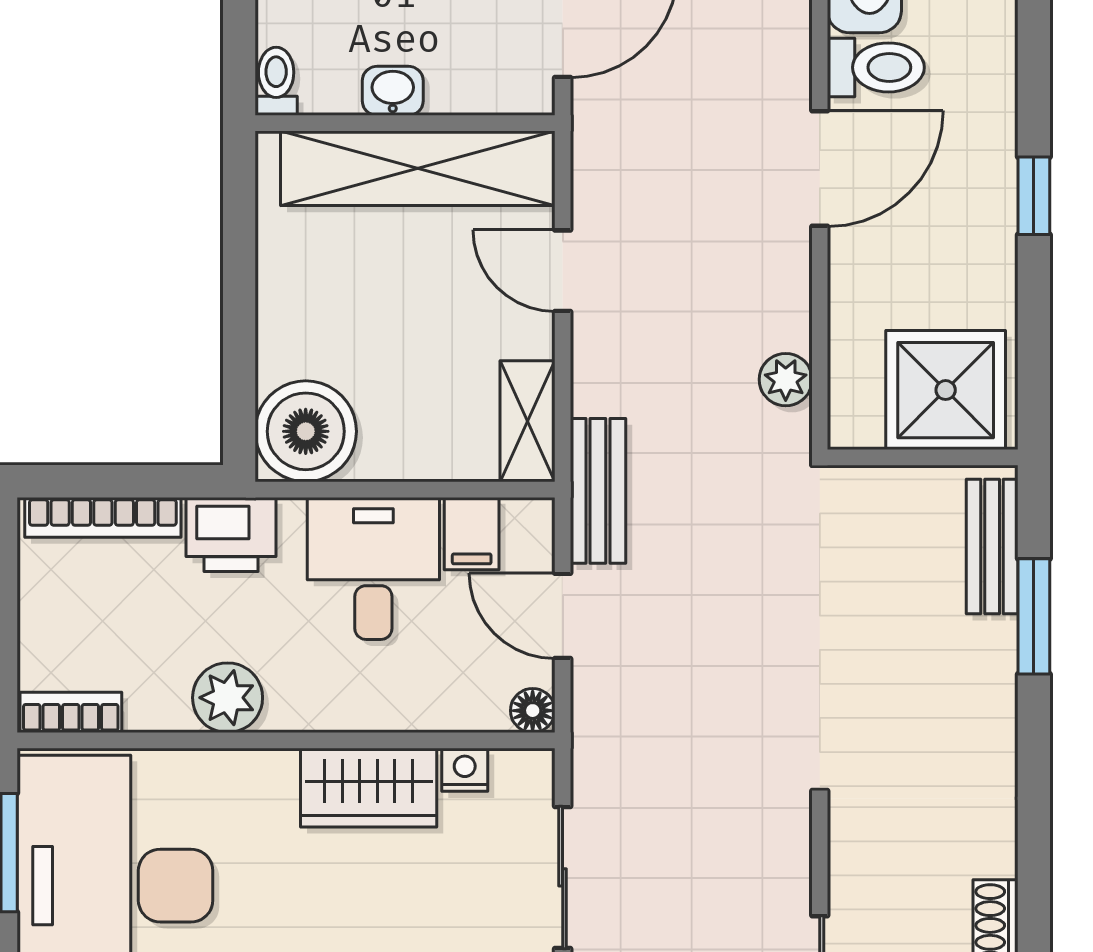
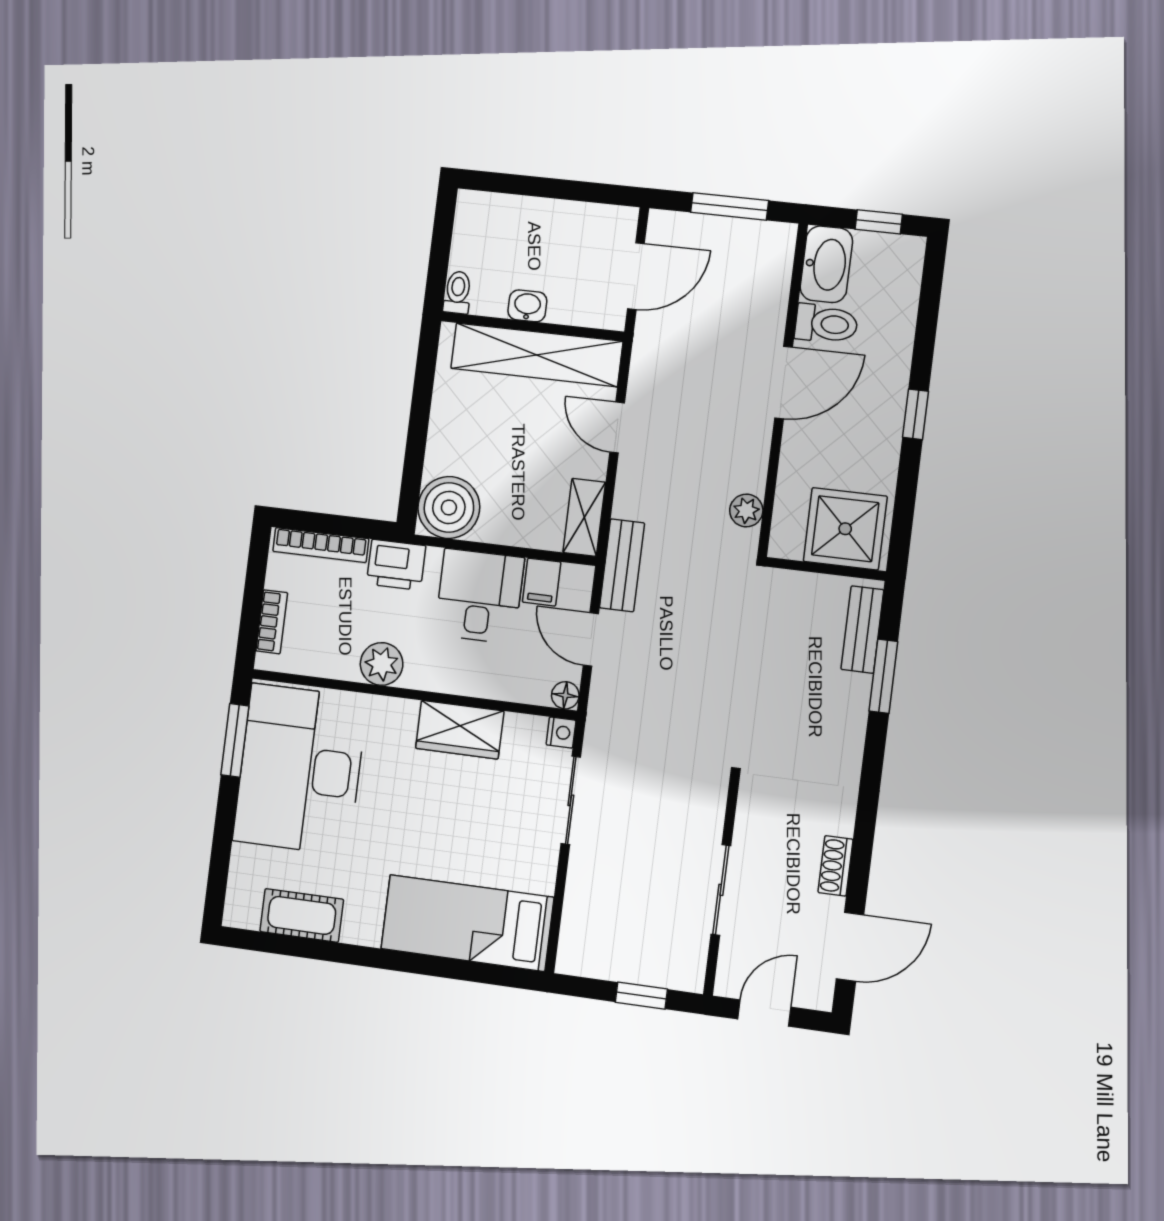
bookcase: (71, 712) -> (272, 622), moved, turned 90
nightstand: (465, 770) -> (561, 733), moved, turned 90

